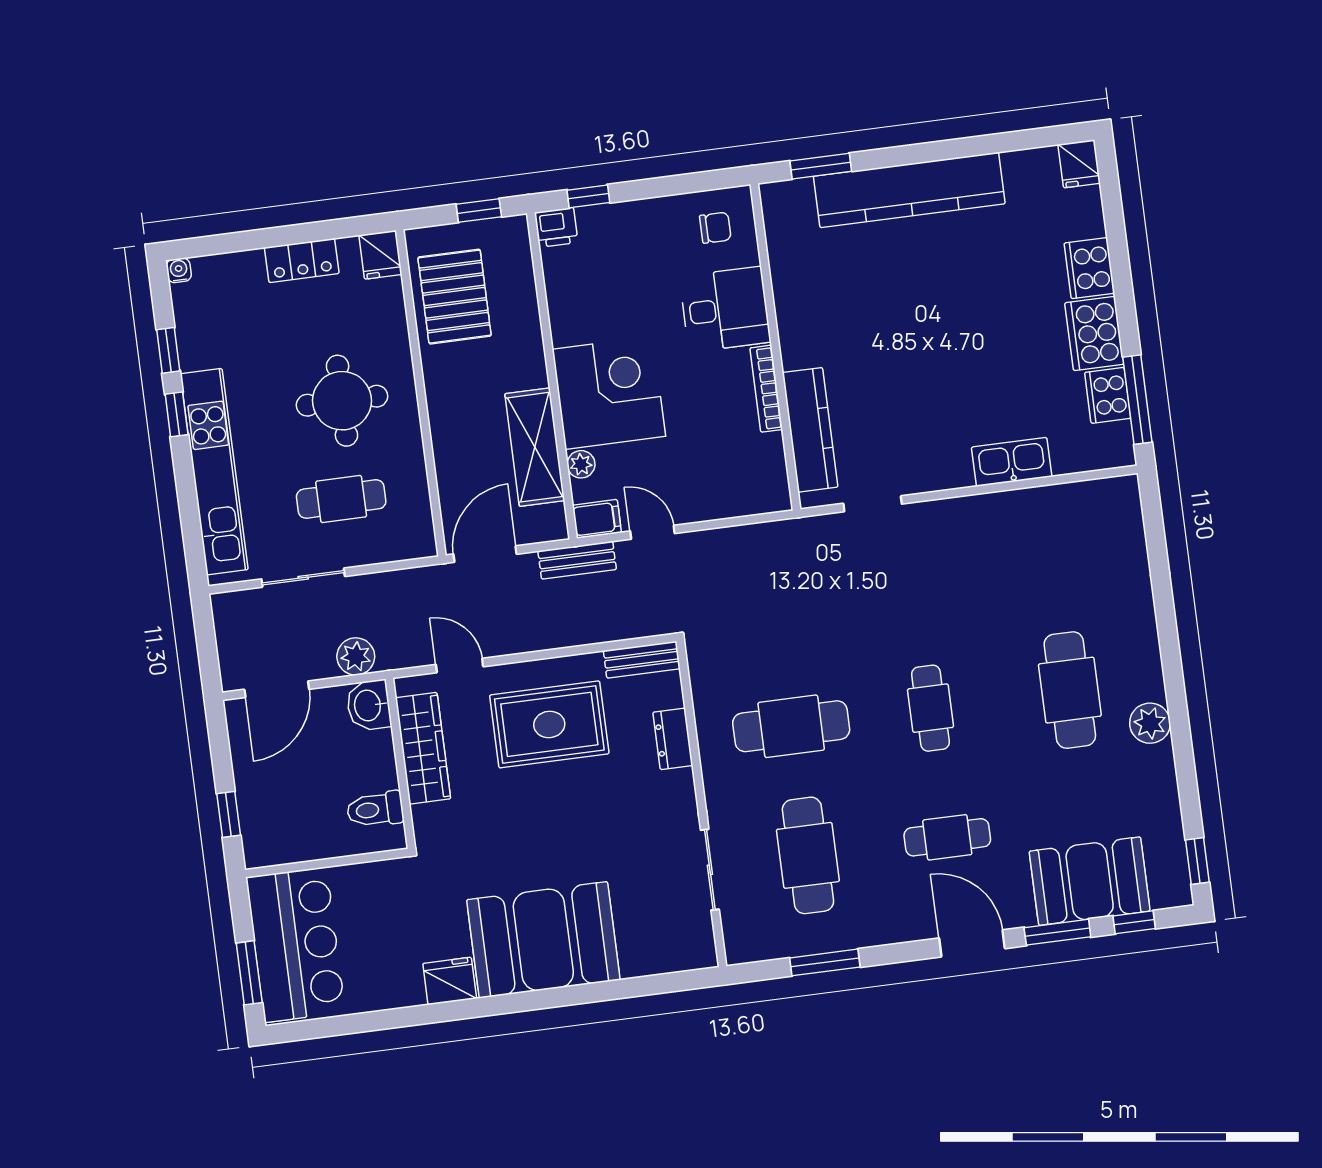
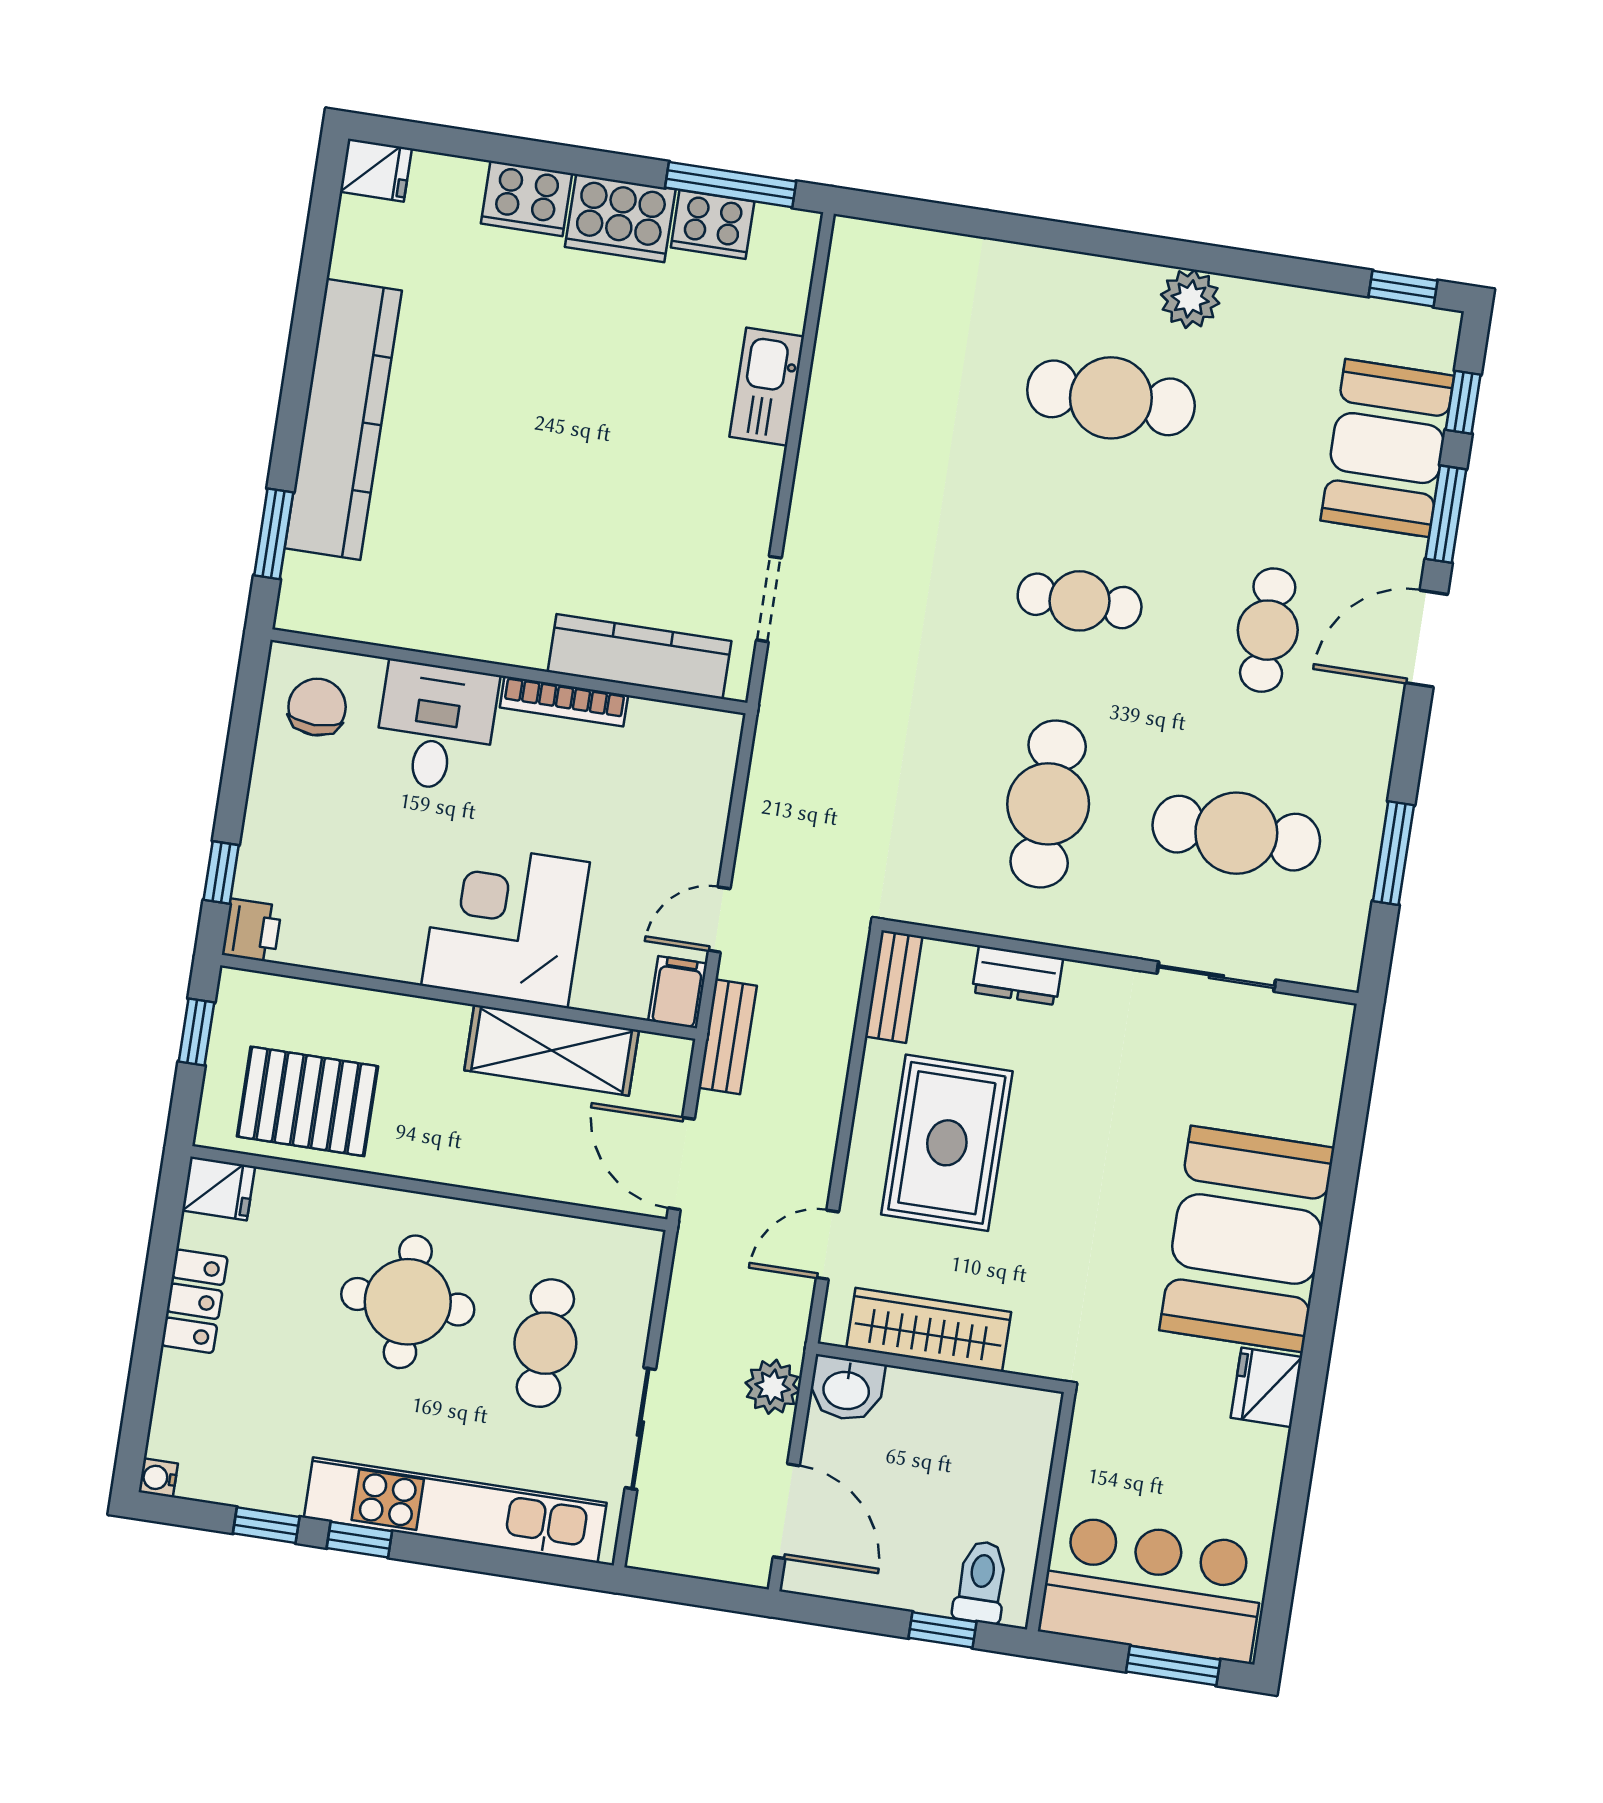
chair: (715, 228) -> (317, 707), width x1.37, depth x1.37
plant: (581, 464) -> (595, 992), removed
toilet: (375, 809) -> (981, 1582), moved, turned 180

